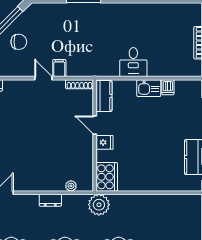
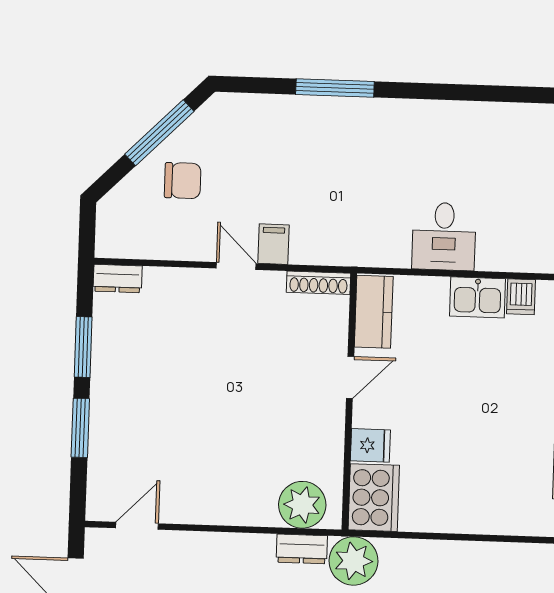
door: (95, 125) -> (350, 377), swing flipped
fridge: (105, 142) -> (370, 445), moved
plant: (71, 186) -> (302, 505), width x1.87, depth x1.87
dresser: (50, 200) -> (302, 549), moved

